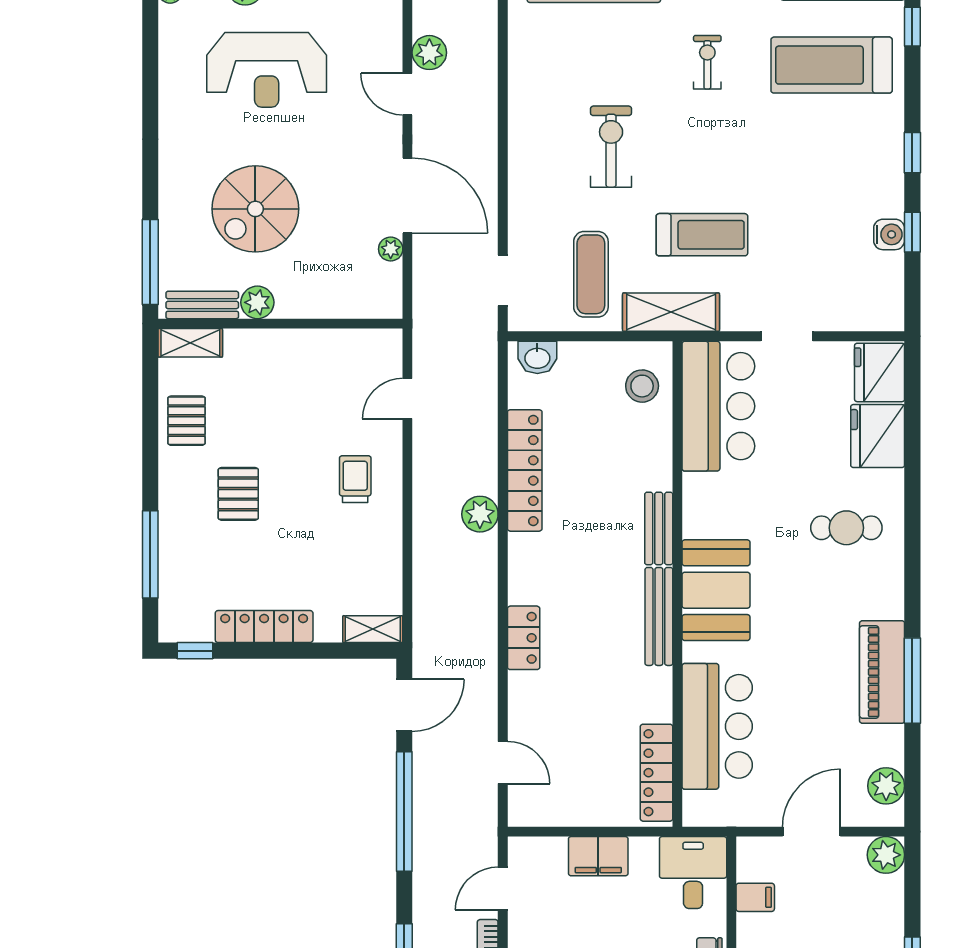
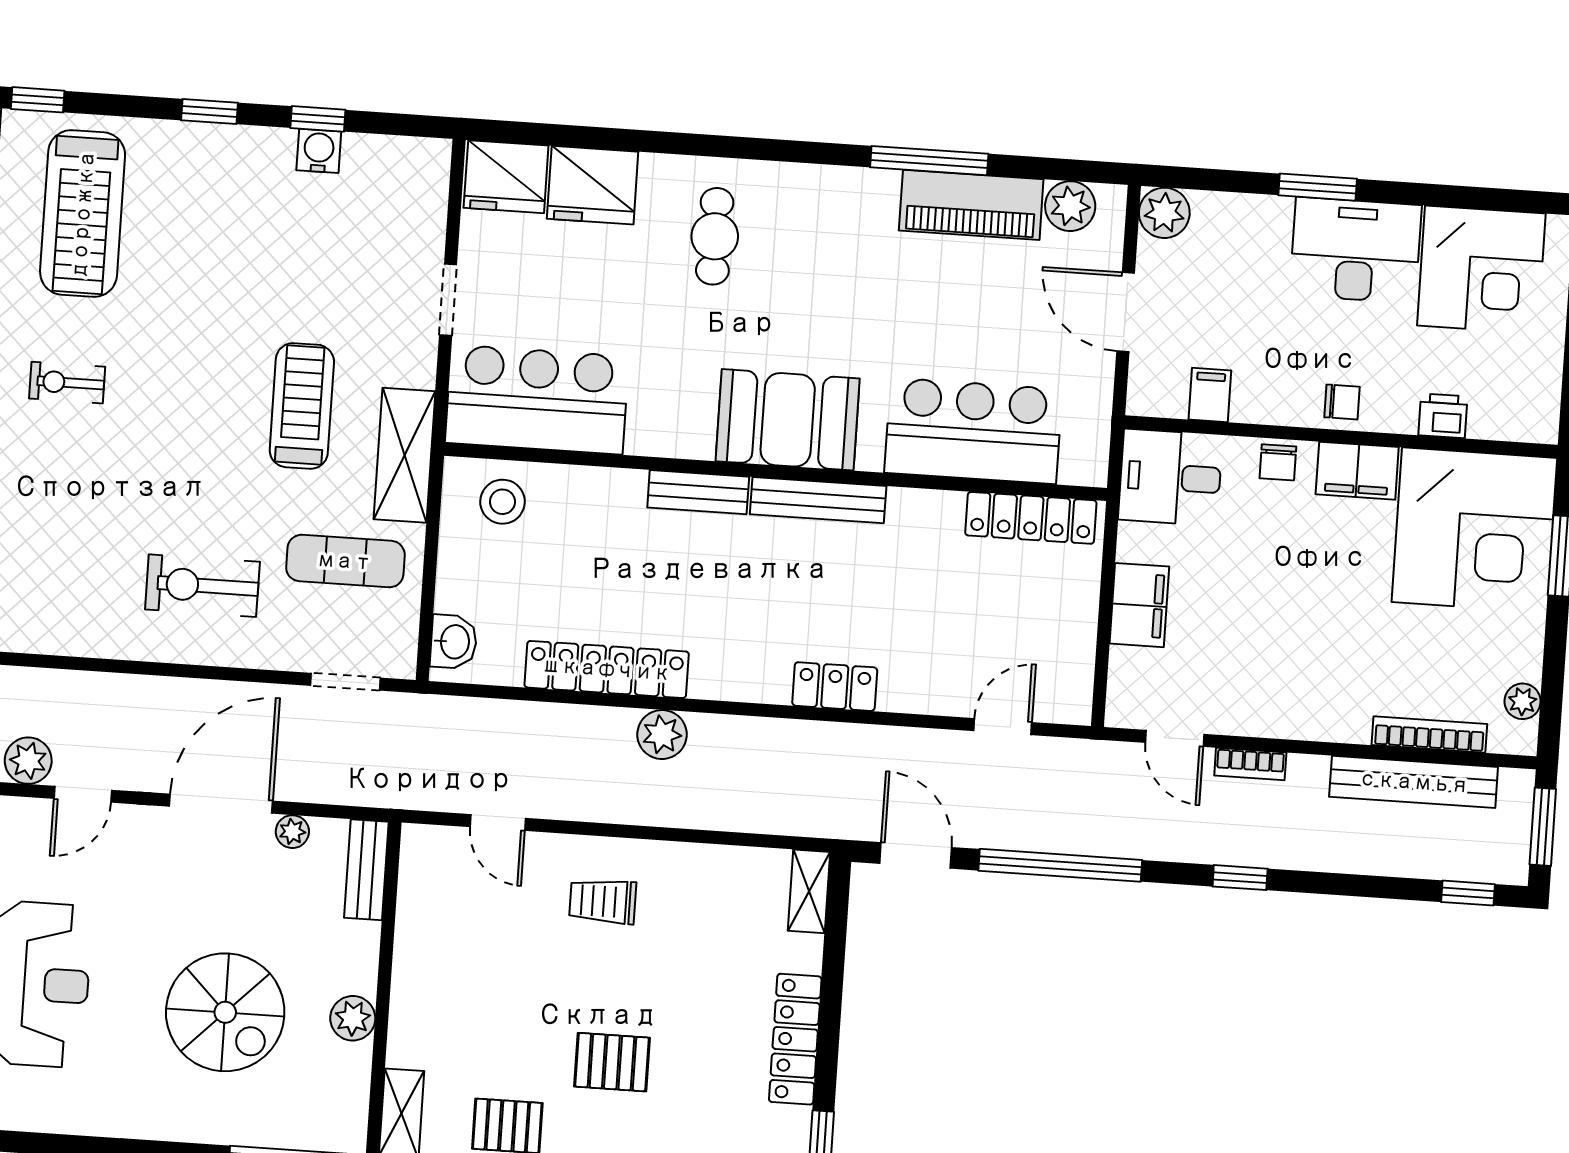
exercise bike: (611, 147) -> (202, 586), moved
bench: (202, 305) -> (366, 870), moved
piano: (882, 672) -> (971, 205), moved

